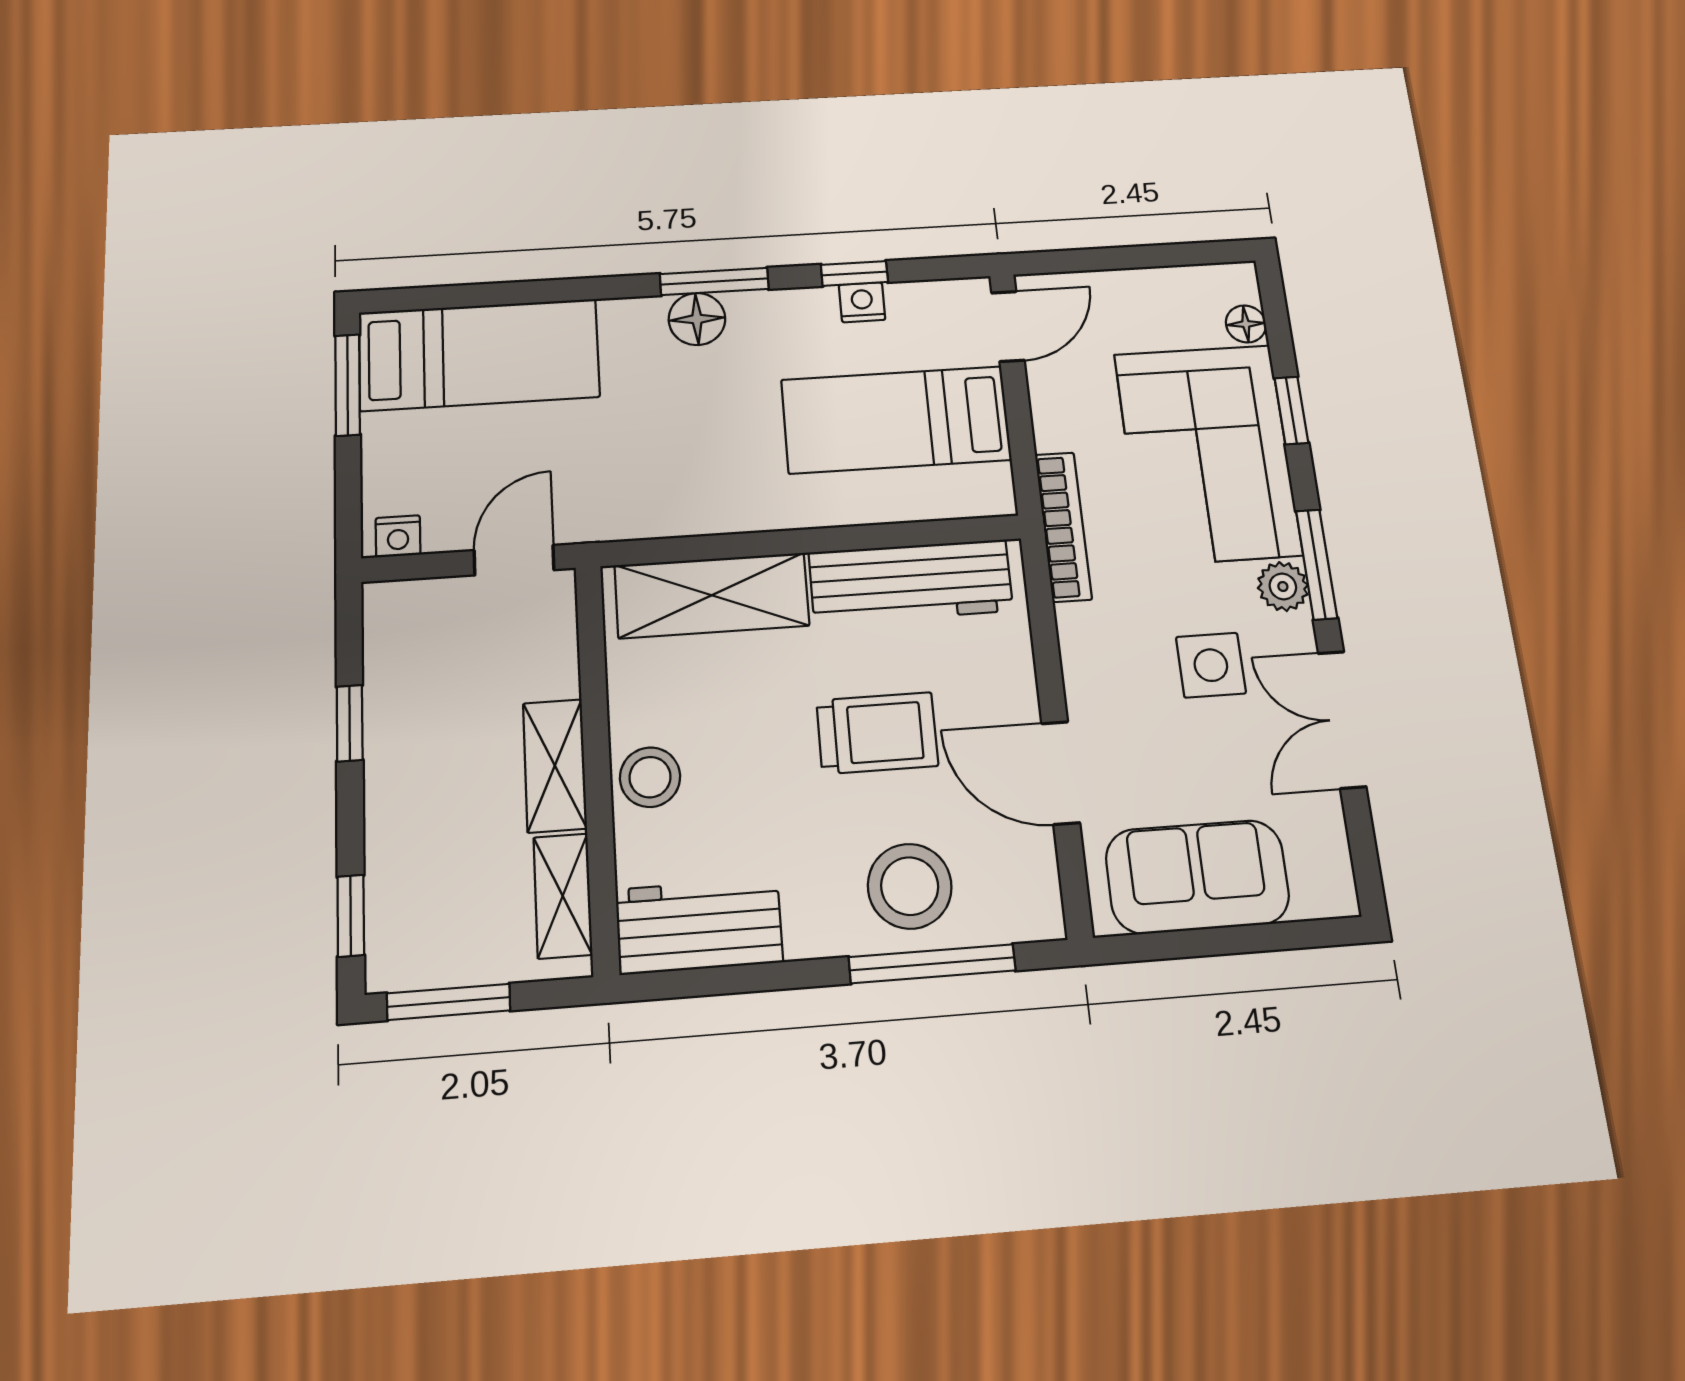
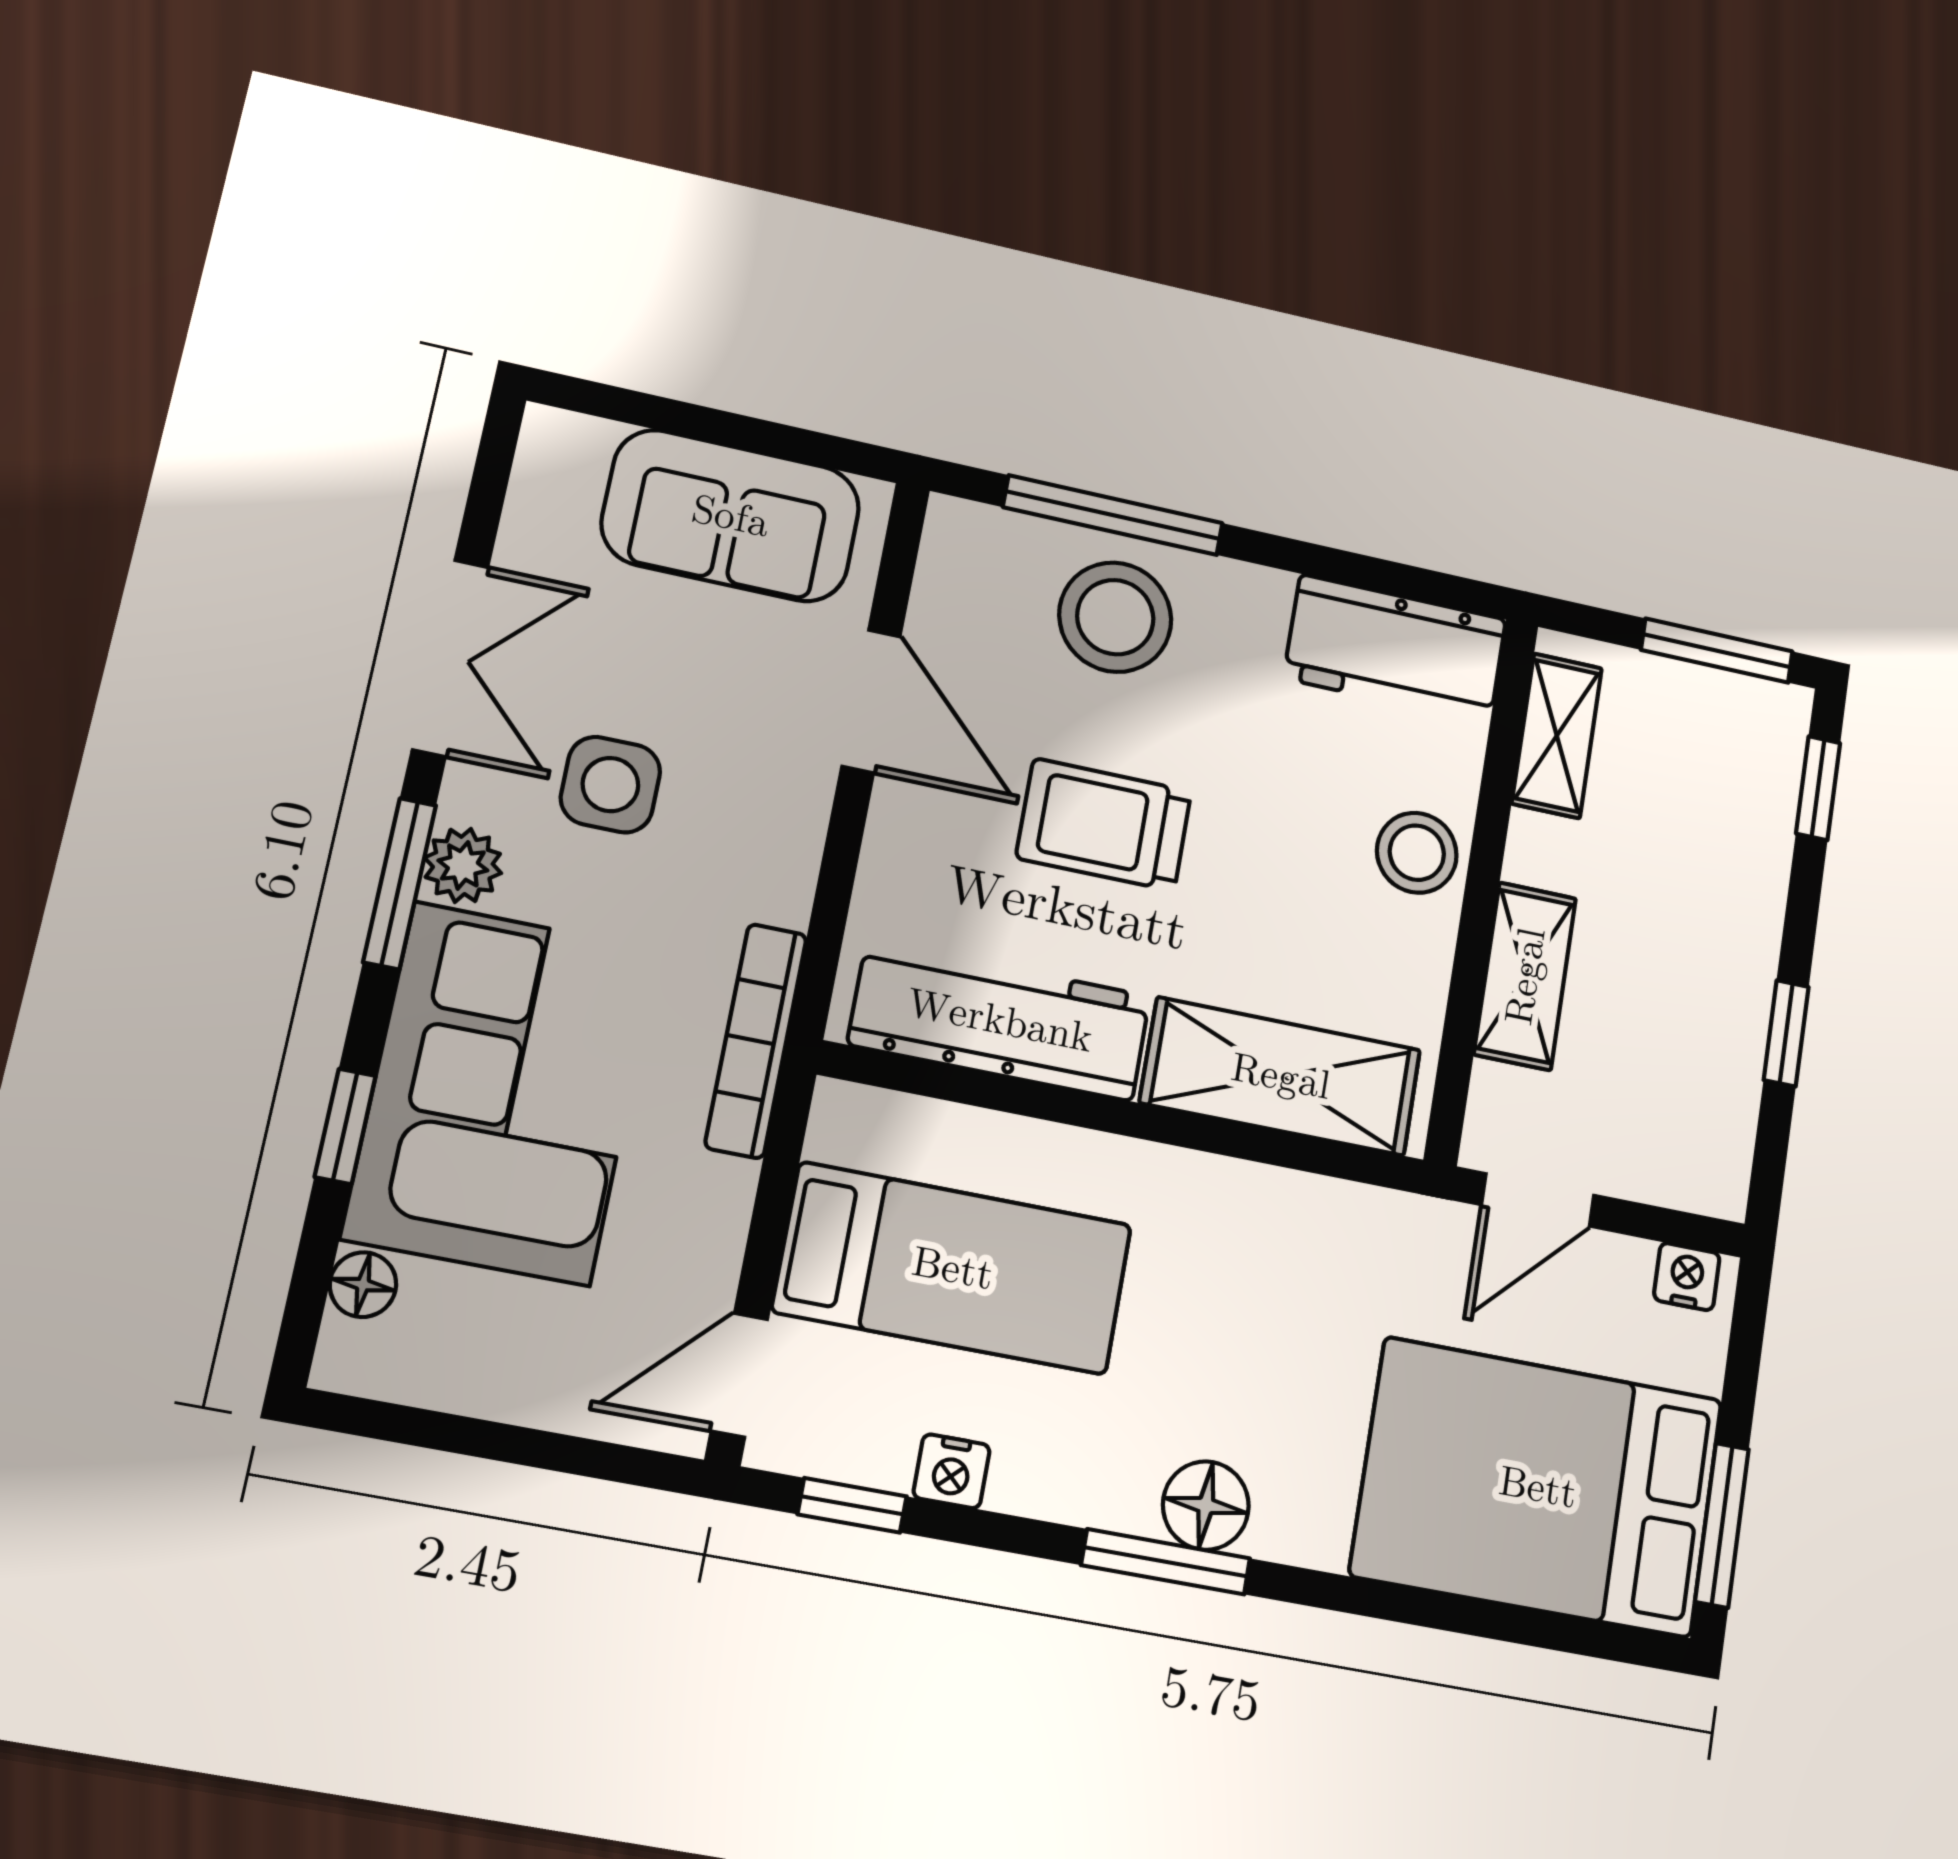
window: (854, 273) -> (852, 1505), moved
bed: (479, 355) -> (1538, 1487), width x1.50
shelving: (555, 766) -> (1525, 976), moved

